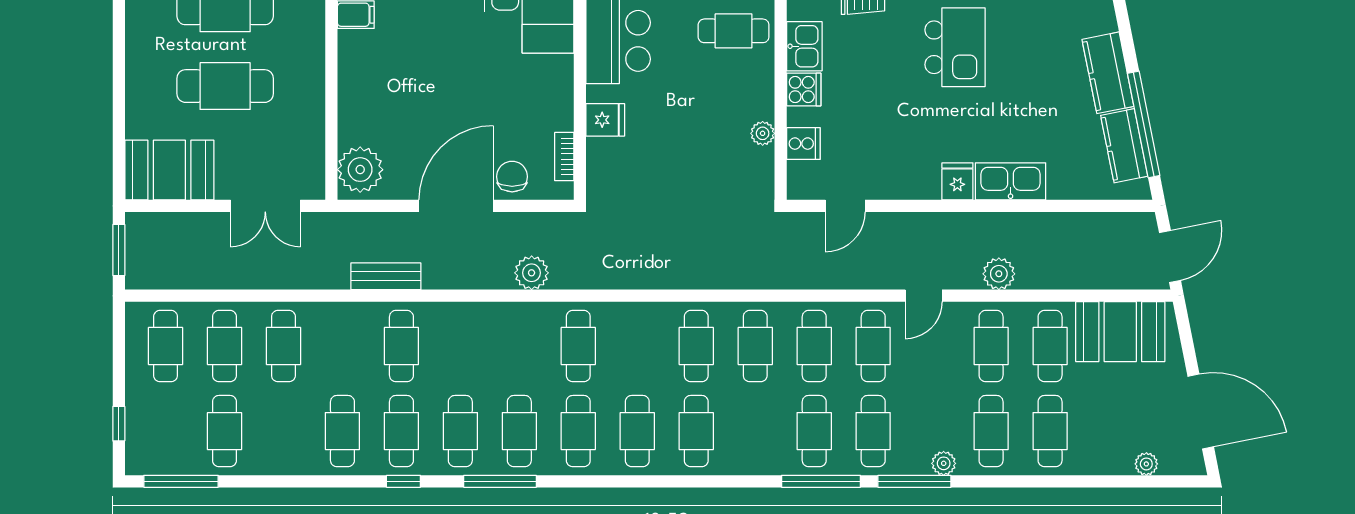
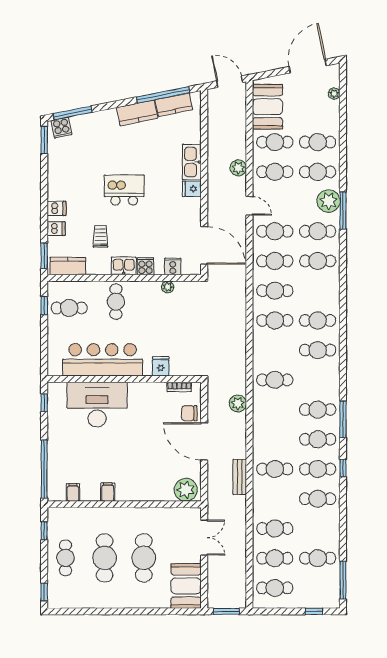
door: (845, 206) -> (204, 245), width x1.88
cafe table: (578, 431) -> (318, 380), removed
plant: (944, 463) -> (329, 201), width x1.88, depth x1.88
window: (821, 481) -> (343, 258), removed

